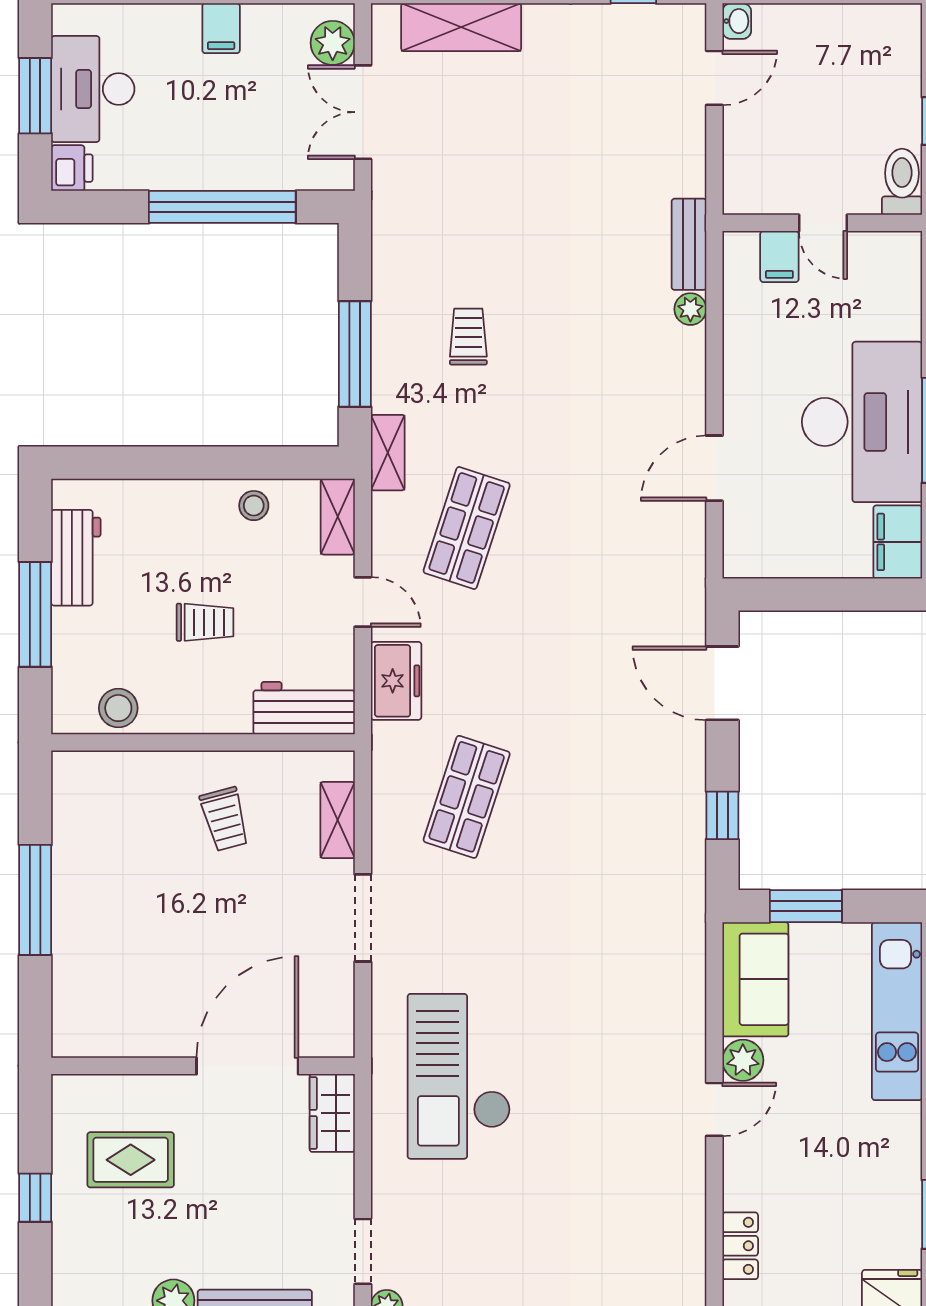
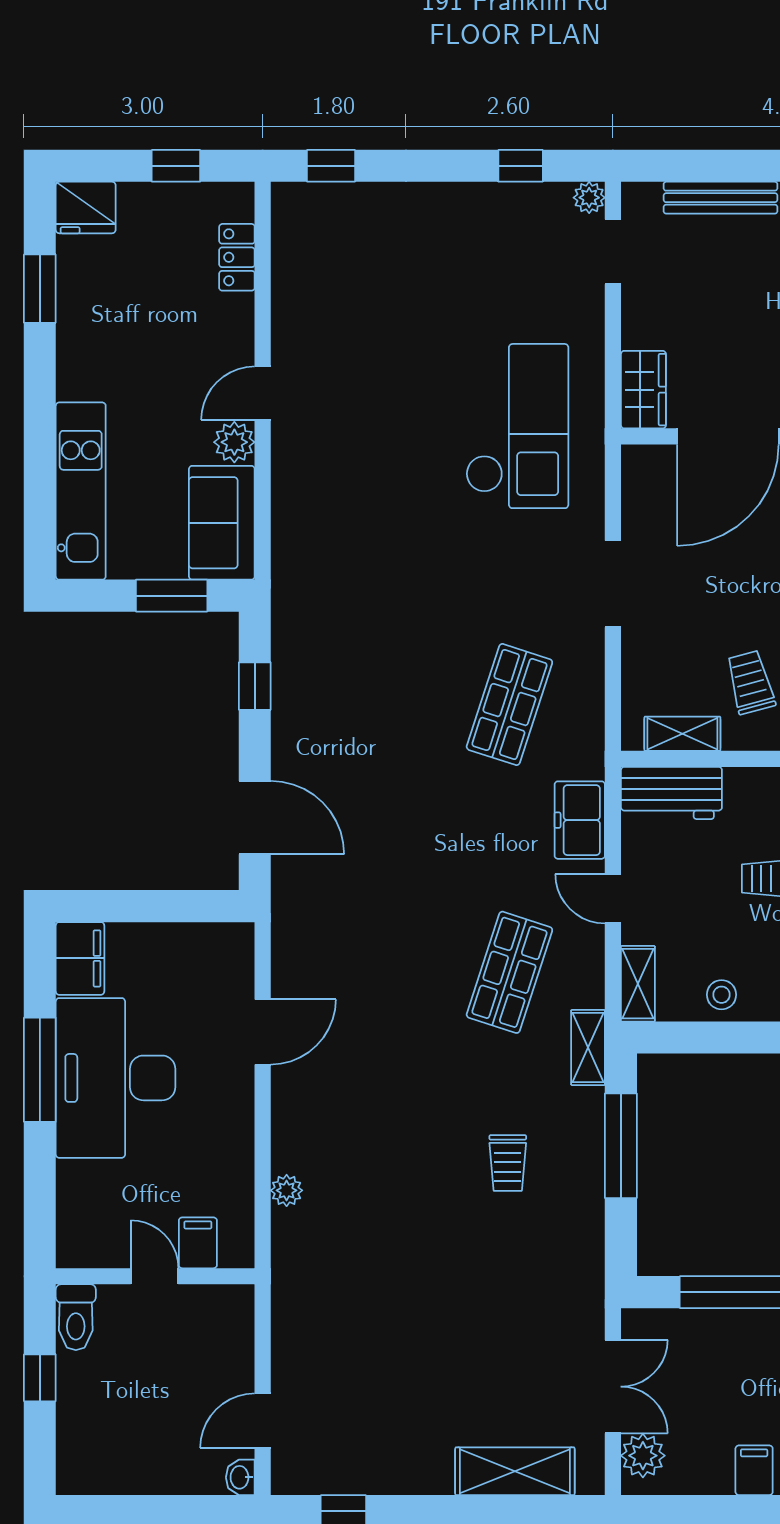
bench: (689, 244) -> (288, 1255), removed
shelving: (338, 820) -> (682, 734), moved, turned 90

